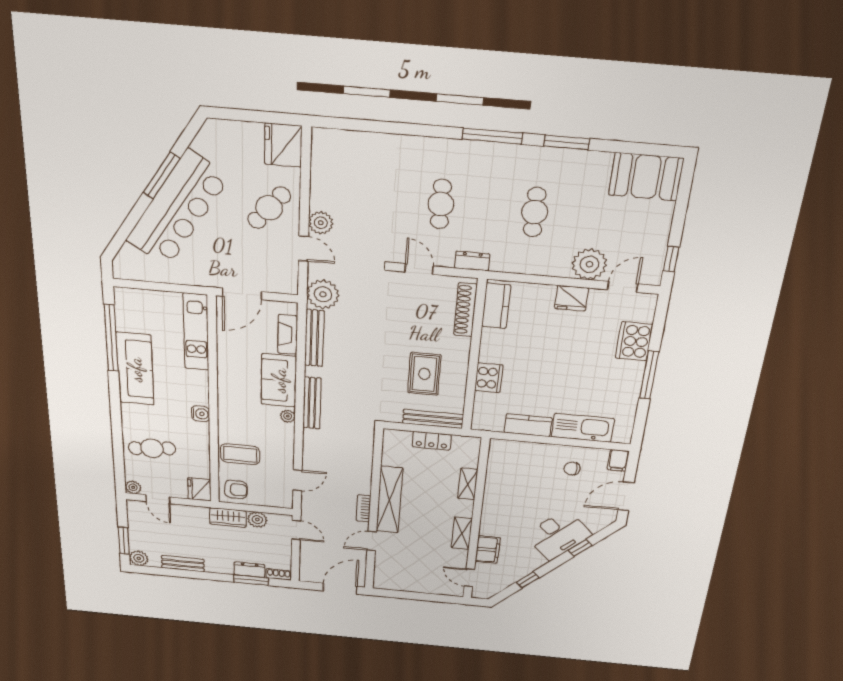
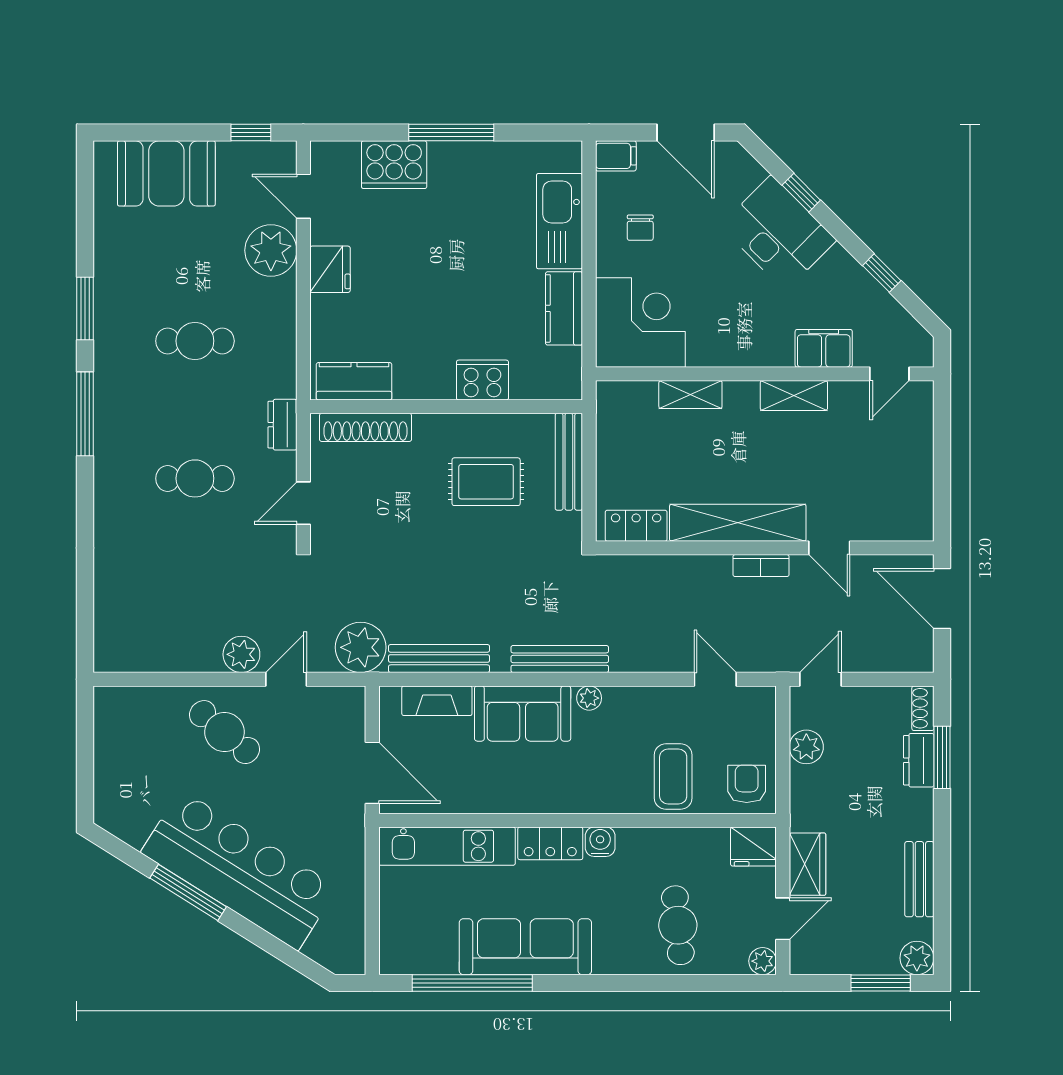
fridge: (283, 145) -> (125, 713), removed
booth: (646, 177) -> (166, 173), moved, turned 90
locker: (199, 388) -> (550, 843), added
locker: (432, 441) -> (636, 526), moved, turned -90
corner desk: (514, 463) -> (640, 322), added
wardrobe: (228, 517) -> (807, 864), moved

